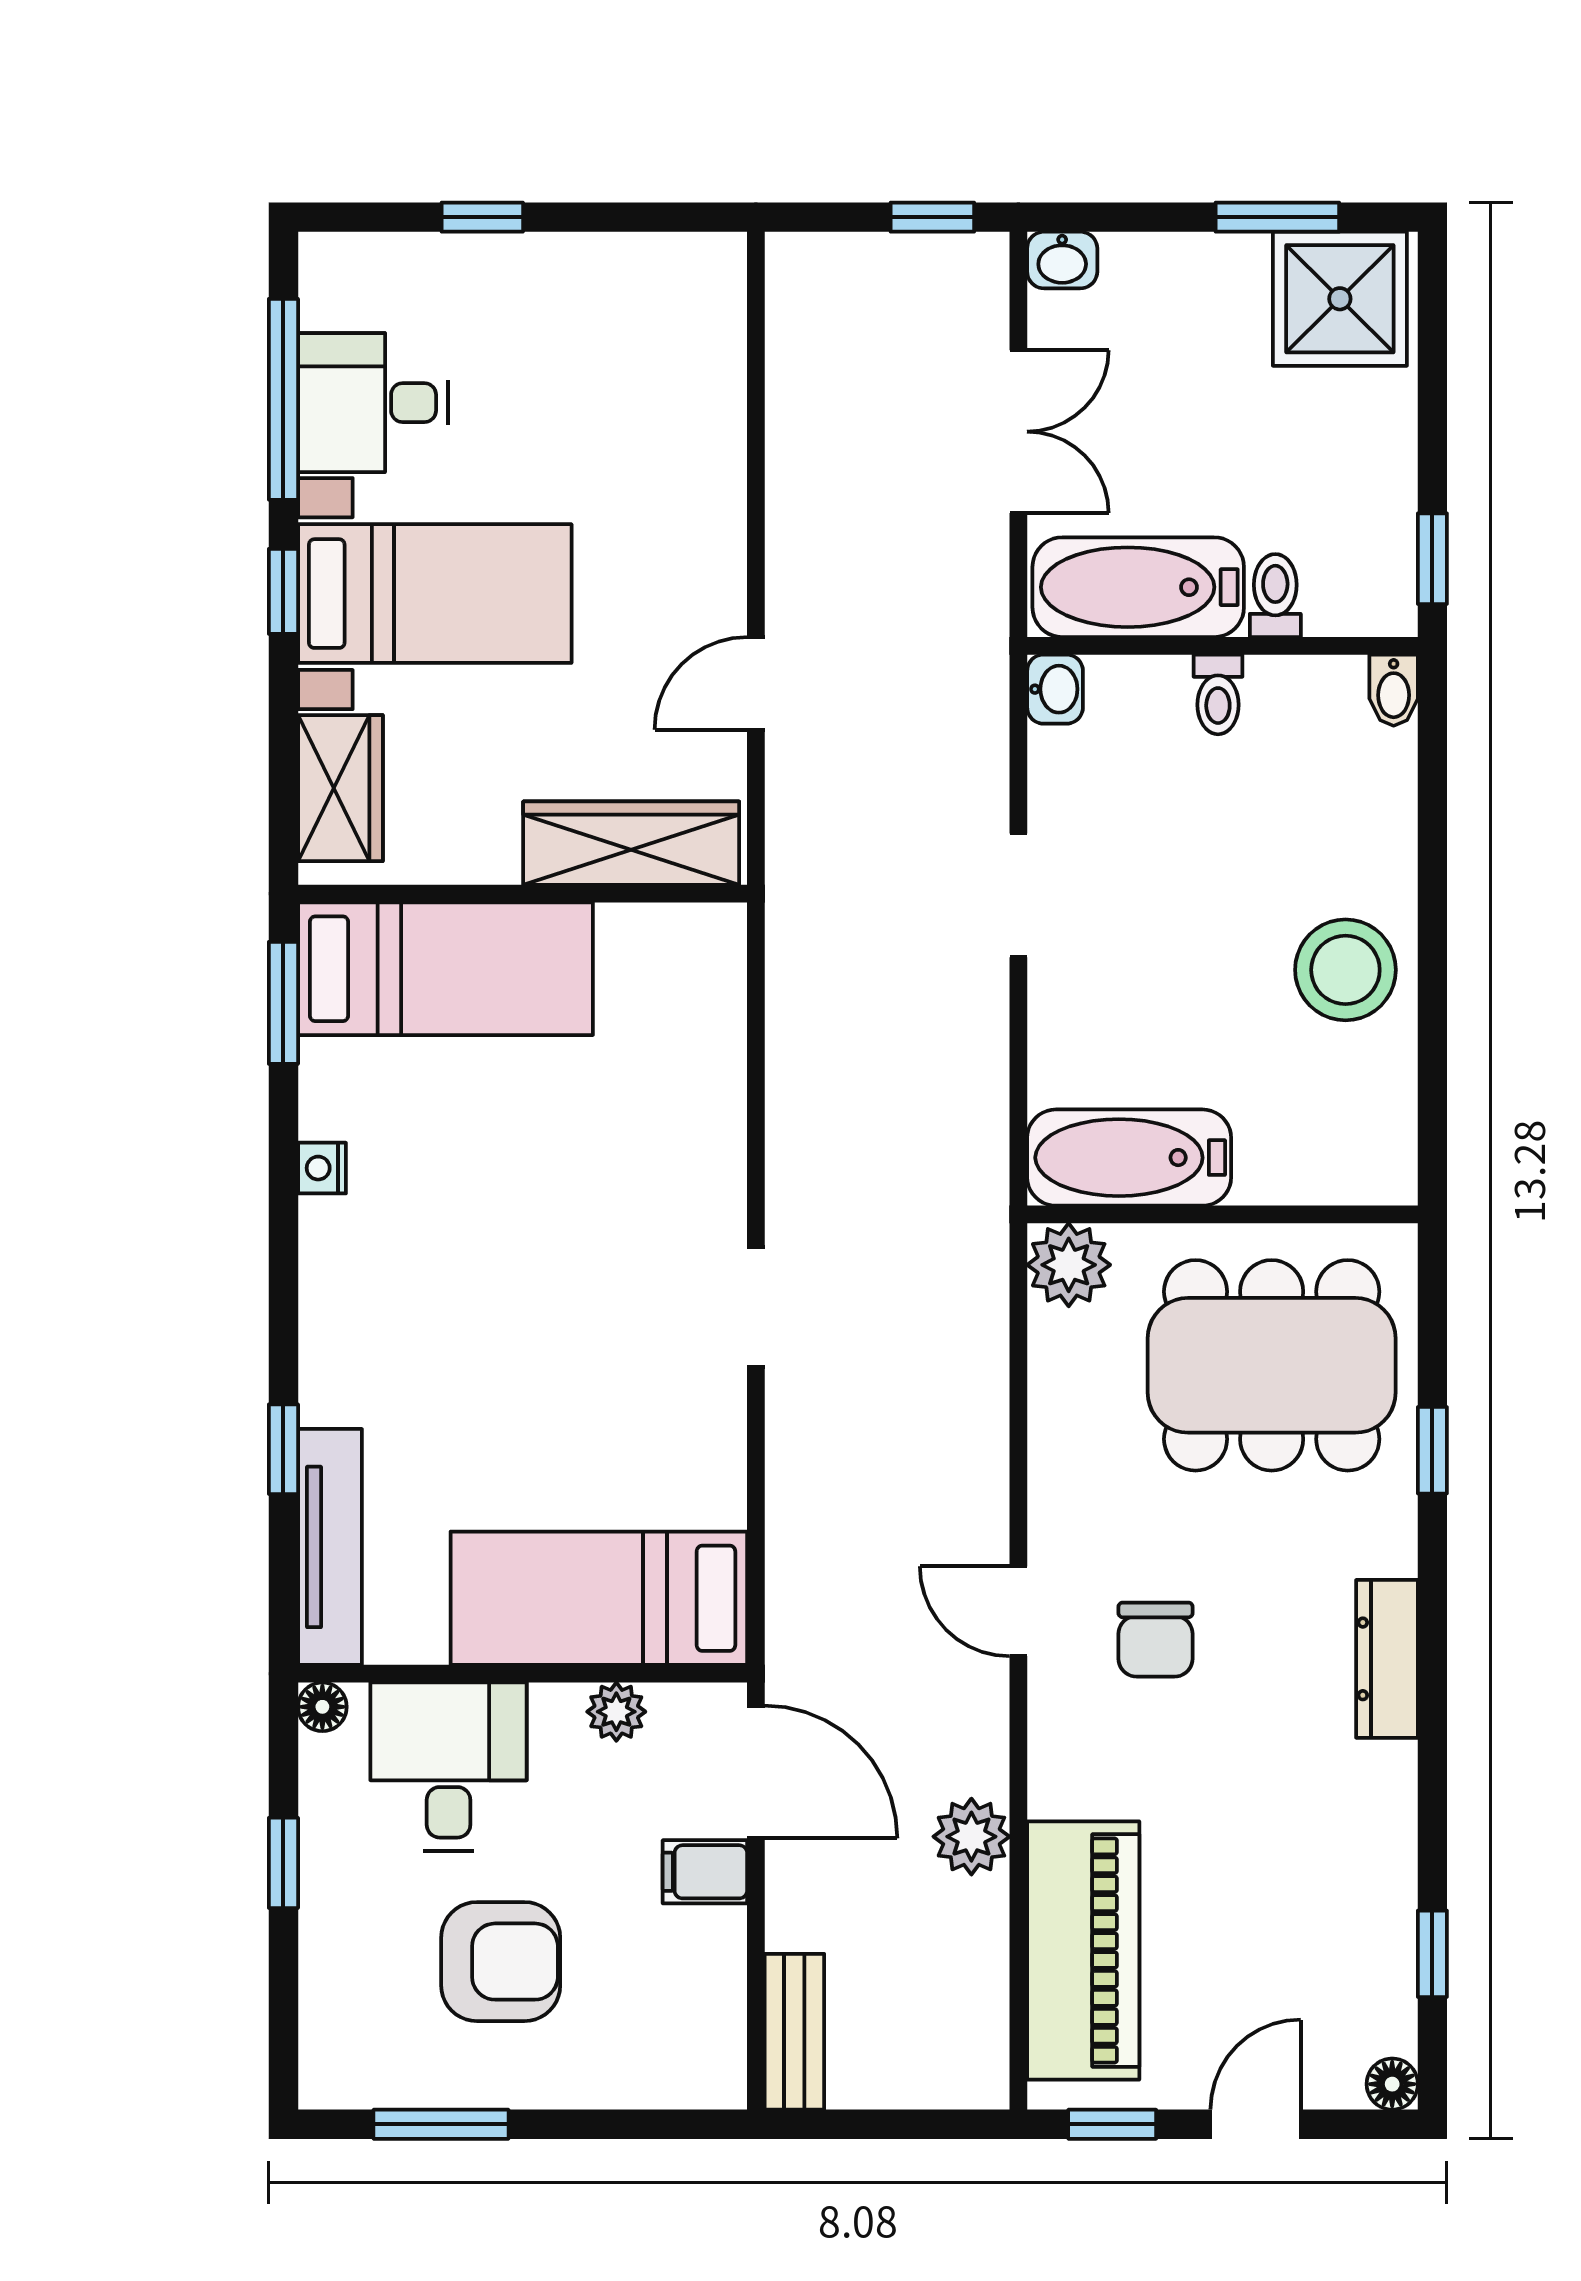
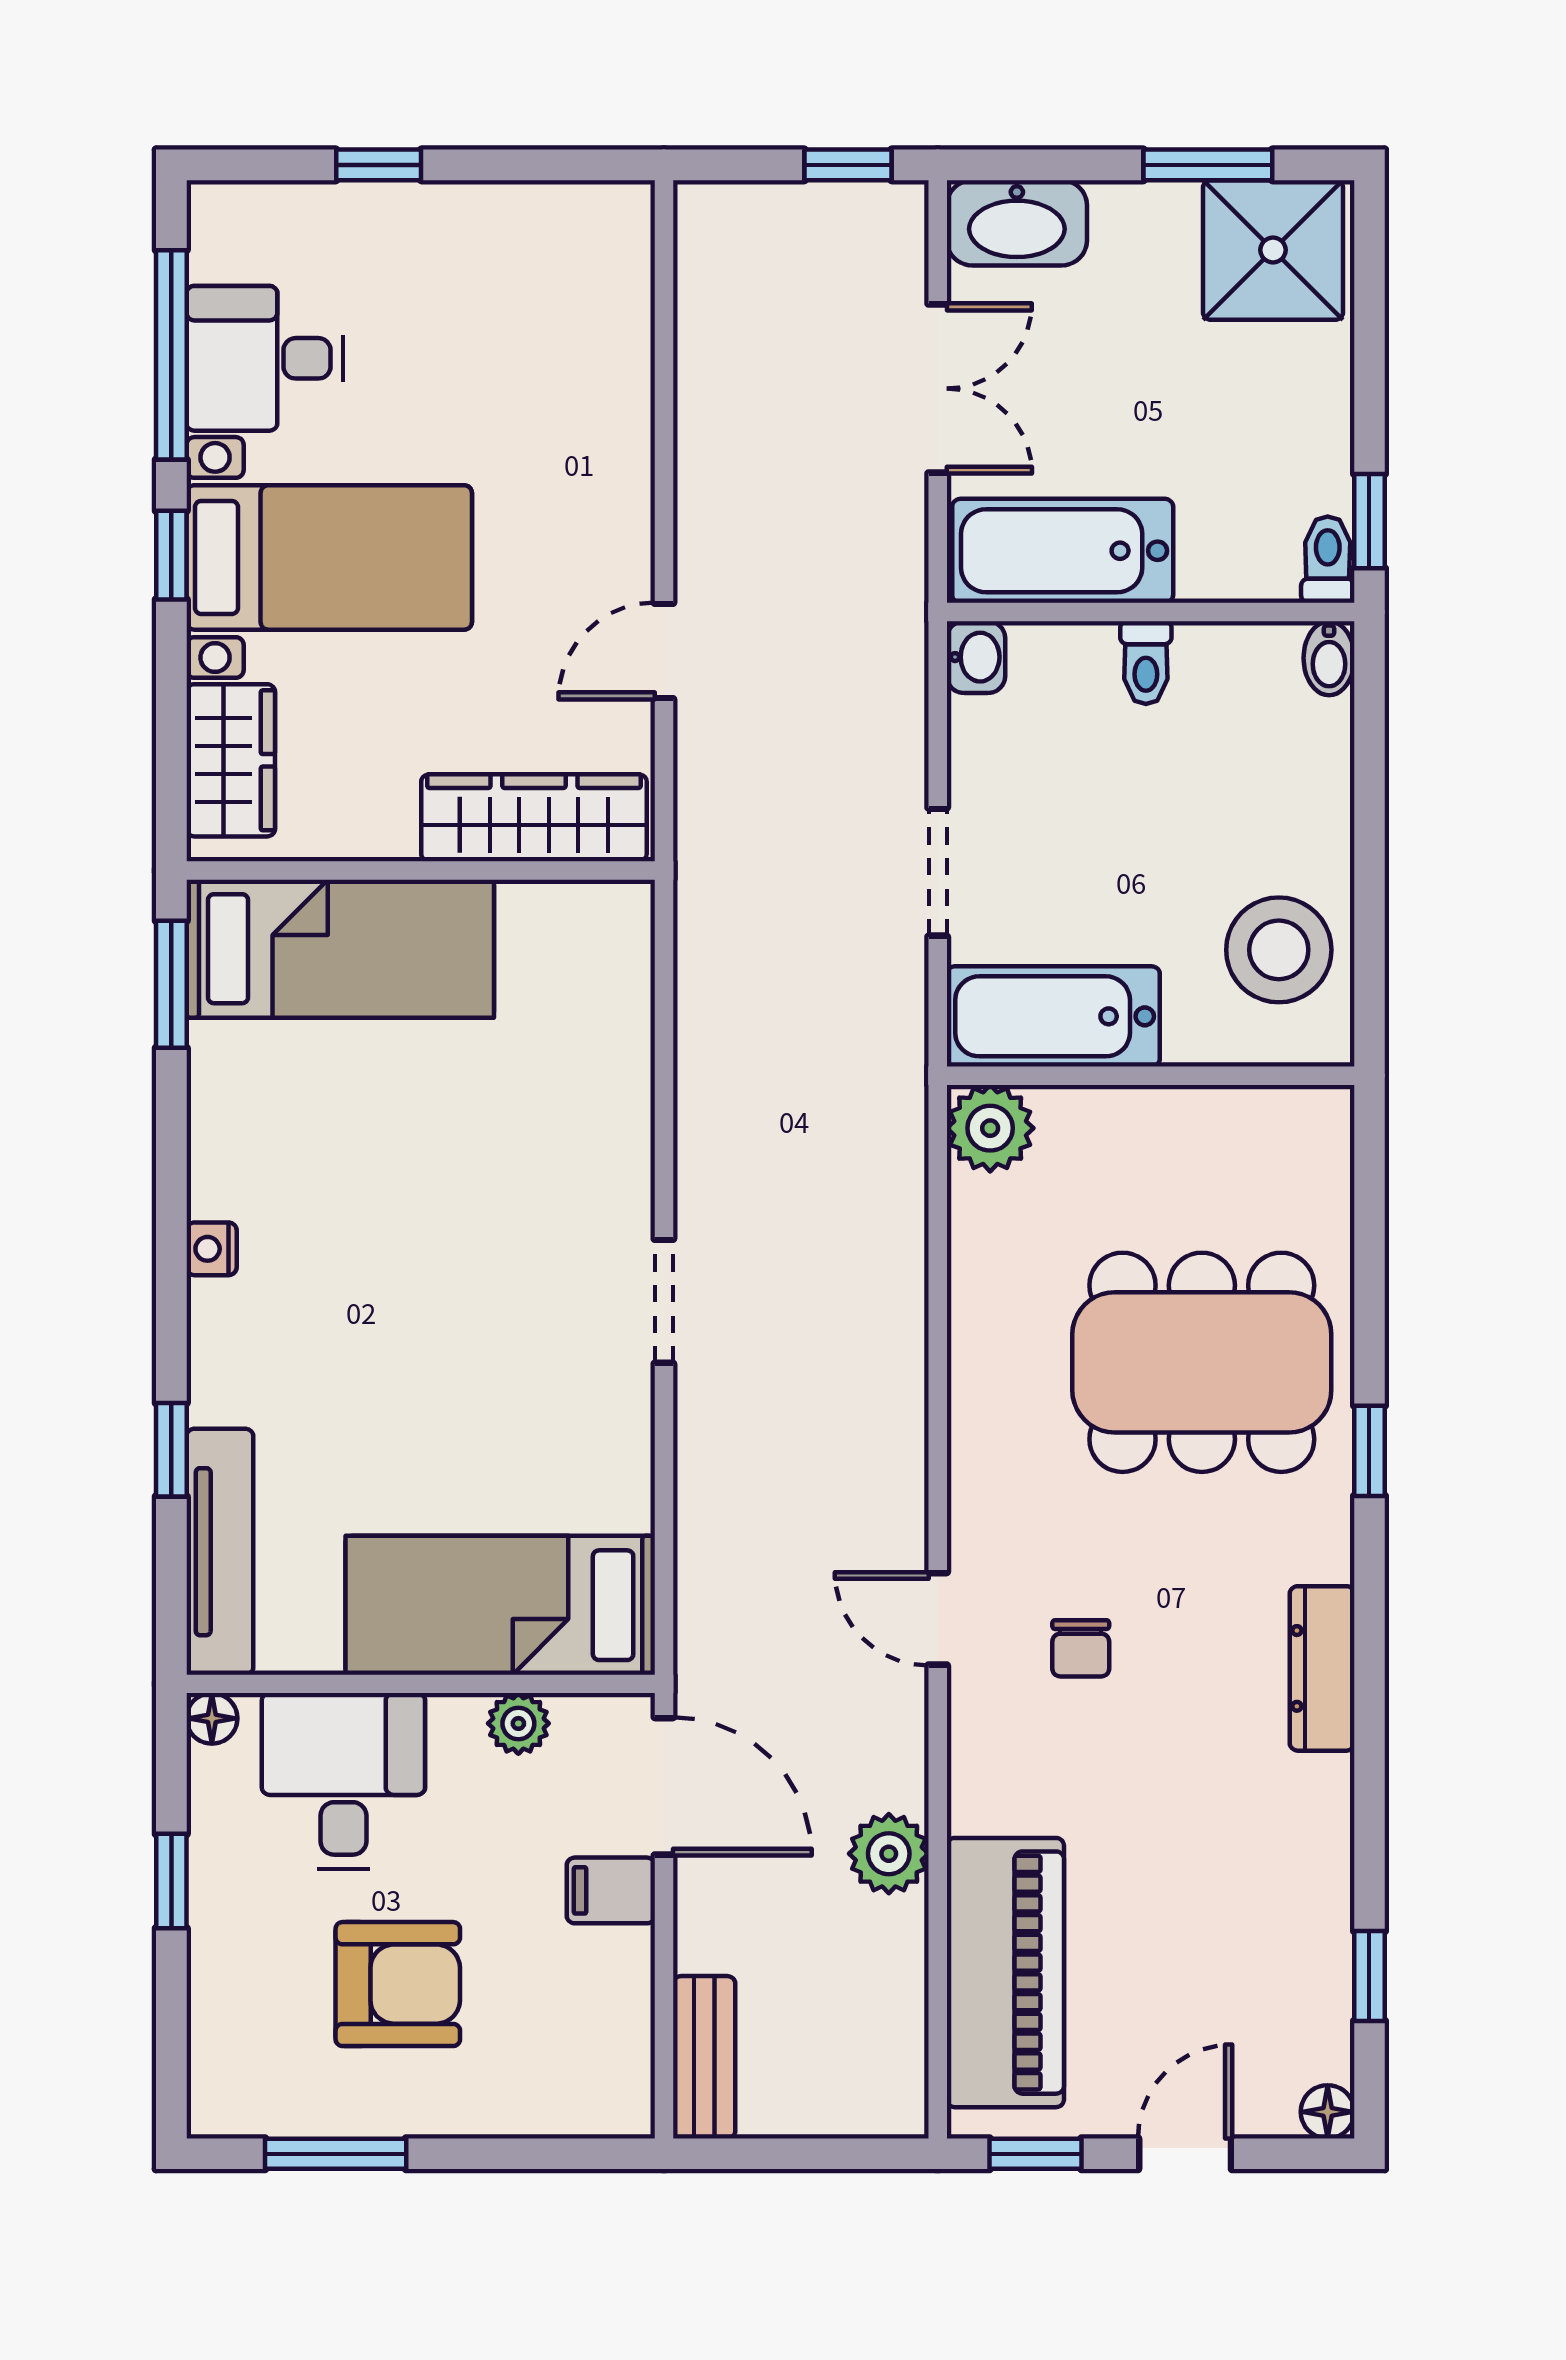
washbasin: (1062, 260) -> (1017, 223), width x1.91, depth x1.45
toilet: (1275, 596) -> (1328, 560), moved
bathtub: (1129, 1158) -> (1053, 1016), moved
nightstand: (322, 1168) -> (212, 1249), moved
wall: (1222, 1214) -> (1151, 1076), moved
plant: (1069, 1265) -> (990, 1128), moved
chair: (1156, 1640) -> (1081, 1648), width x0.73, depth x0.73

